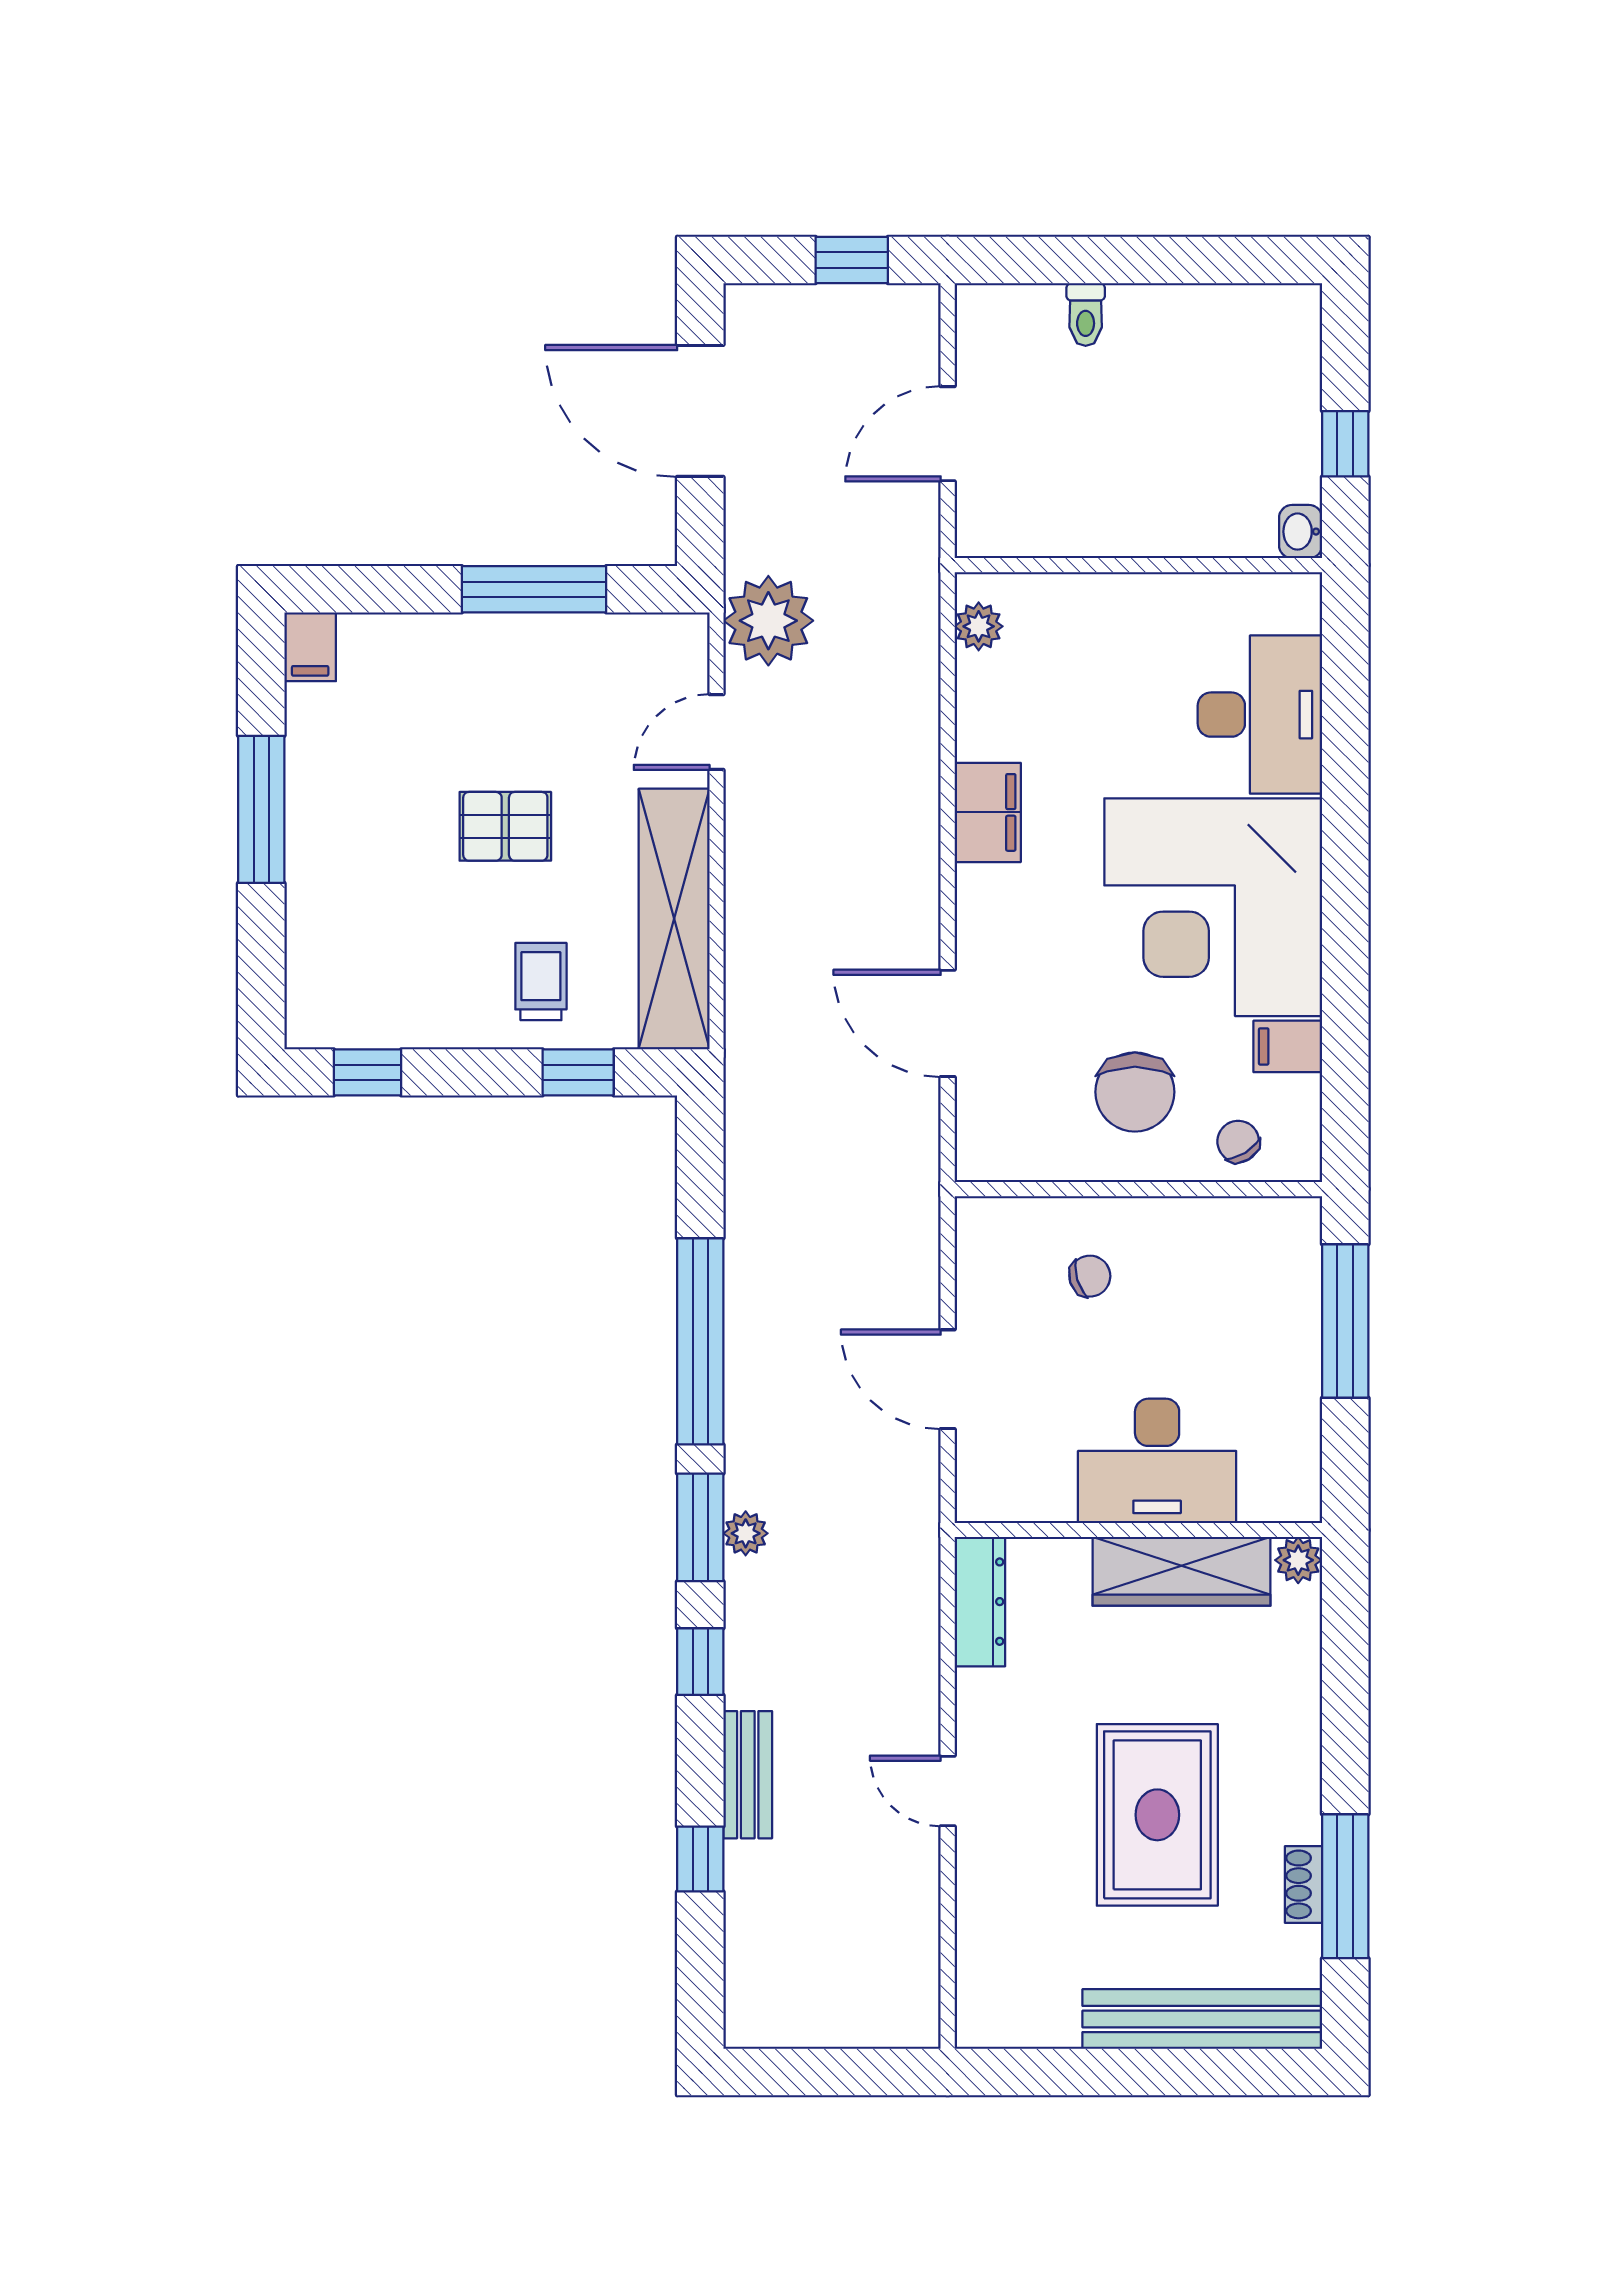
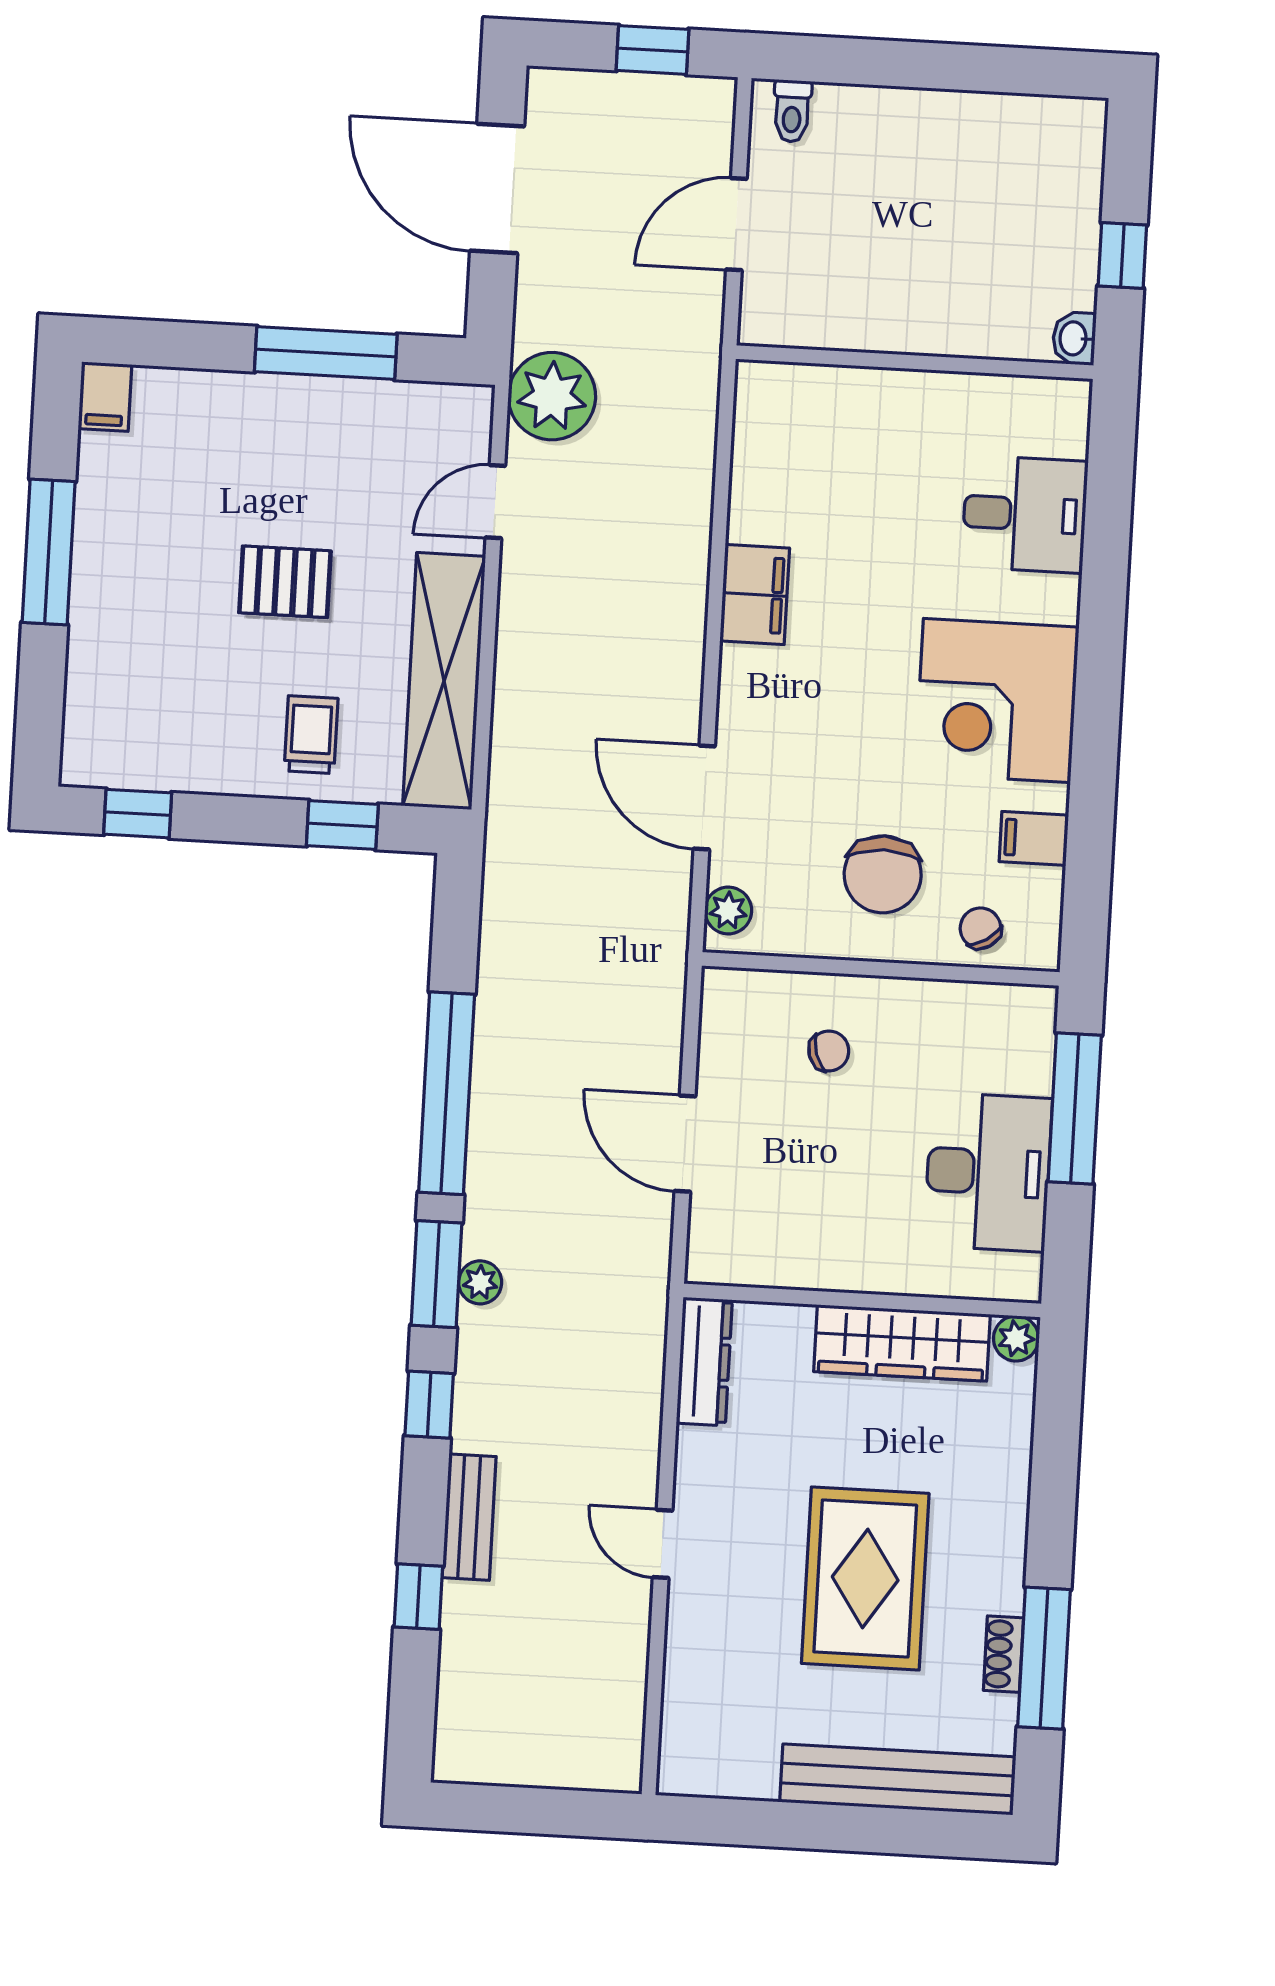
toilet: (1086, 315) -> (792, 111), moved
plant: (979, 626) -> (728, 910), moved
desk: (1260, 715) -> (1025, 514), width x0.73
corner desk: (1213, 907) -> (997, 700), width x0.74, depth x0.74
desk: (1157, 1461) -> (988, 1172), moved, turned -90

